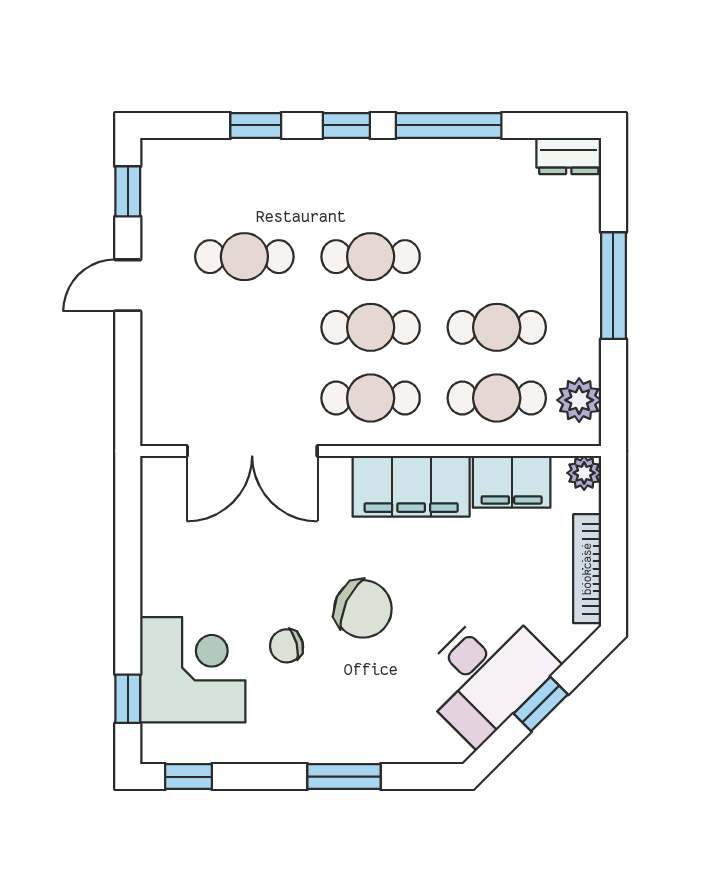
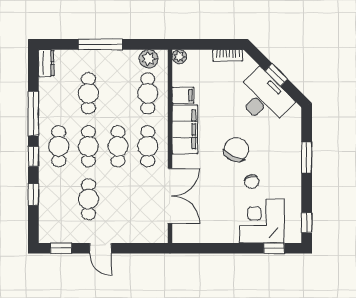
cafe table: (371, 186) -> (59, 146), added
cafe table: (497, 327) -> (88, 93), moved
filing cabinet: (512, 482) -> (183, 95), width x0.50
bookcase: (587, 569) -> (228, 55), width x0.64

